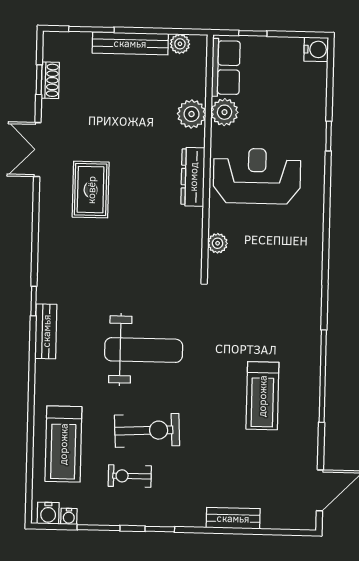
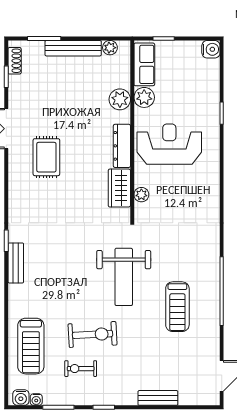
shoe rack: (50, 80) -> (15, 61), moved
wardrobe: (188, 234) -> (119, 188), added
weight bench: (144, 350) -> (124, 277), moved, turned 90

